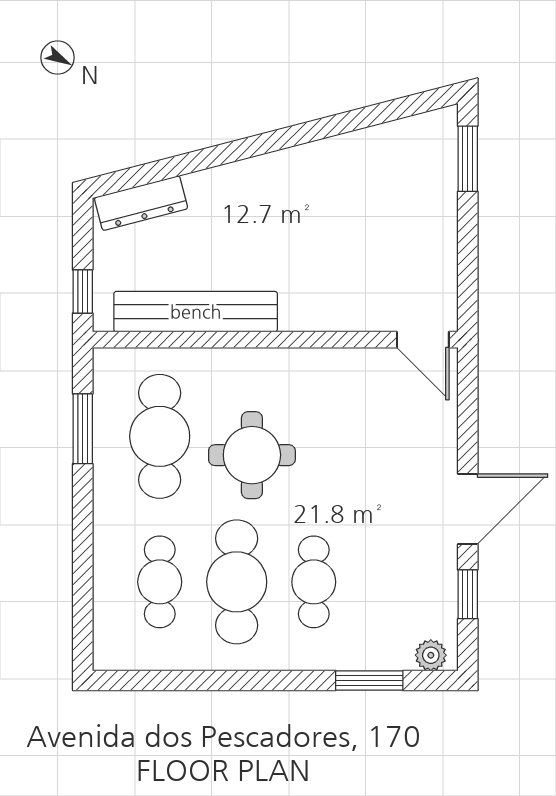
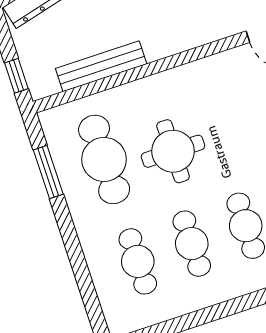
bench: (196, 312) -> (101, 66), width x0.73, depth x0.82
cafe table: (237, 582) -> (192, 244), width x0.73, depth x0.74

